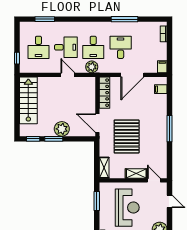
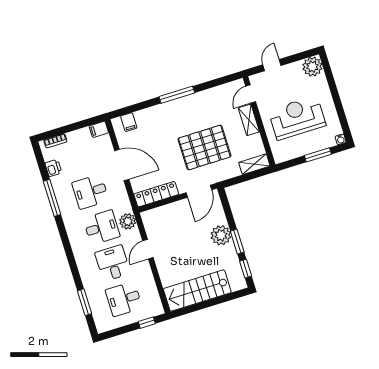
printer: (145, 27) -> (53, 168), added
desk: (38, 47) -> (124, 299), turned 180
window: (97, 201) -> (318, 155), moved

